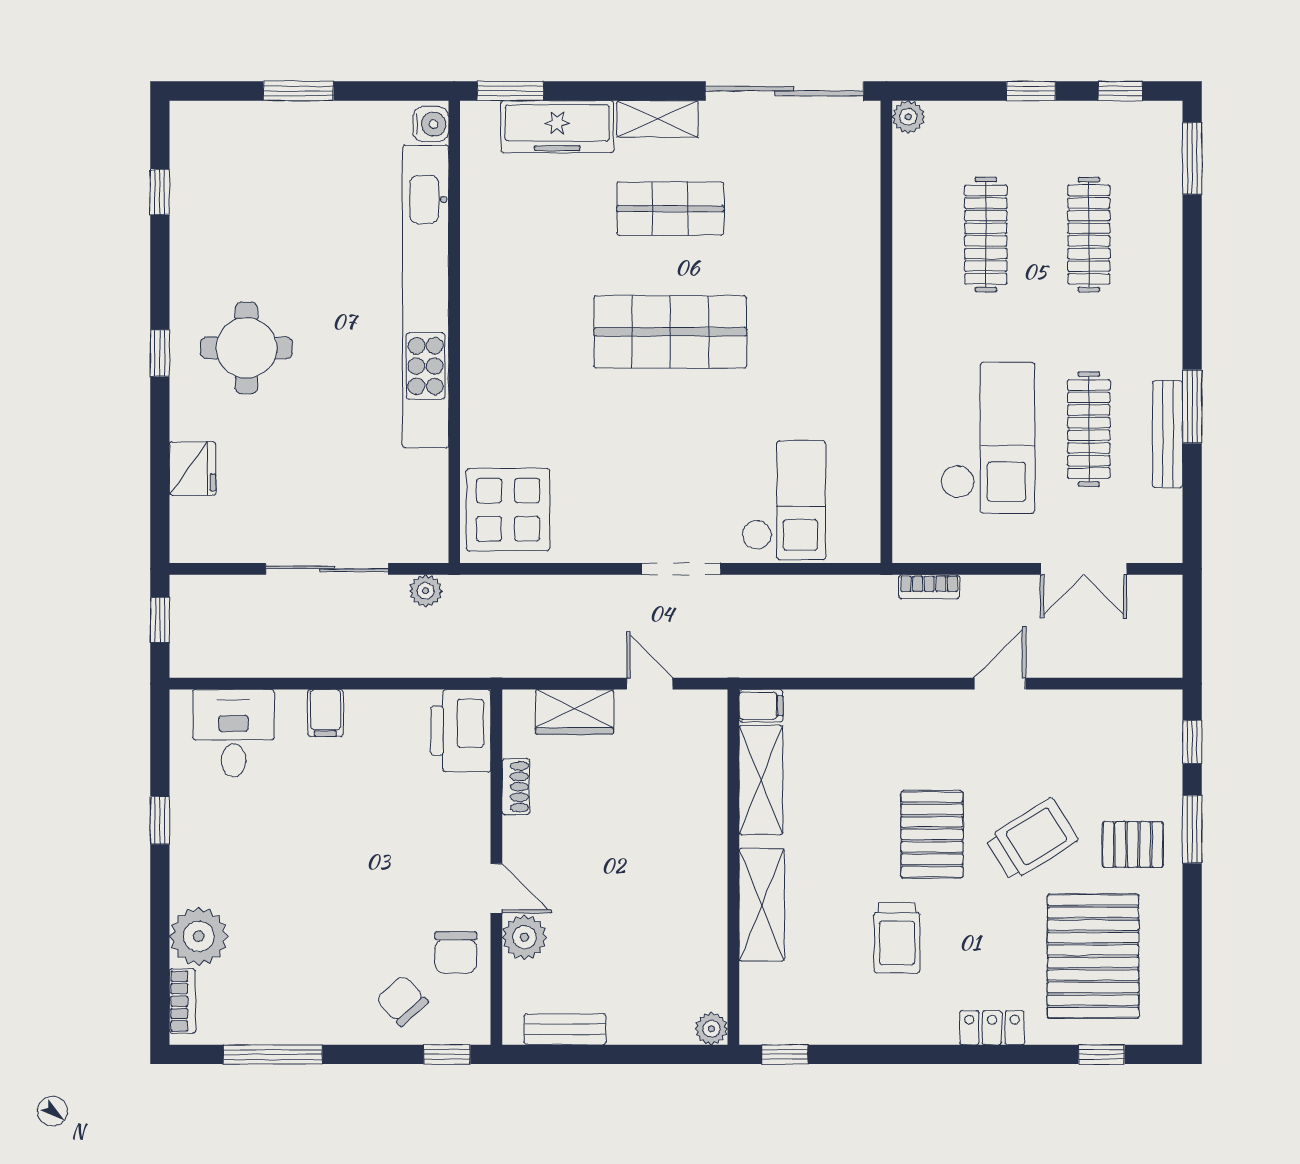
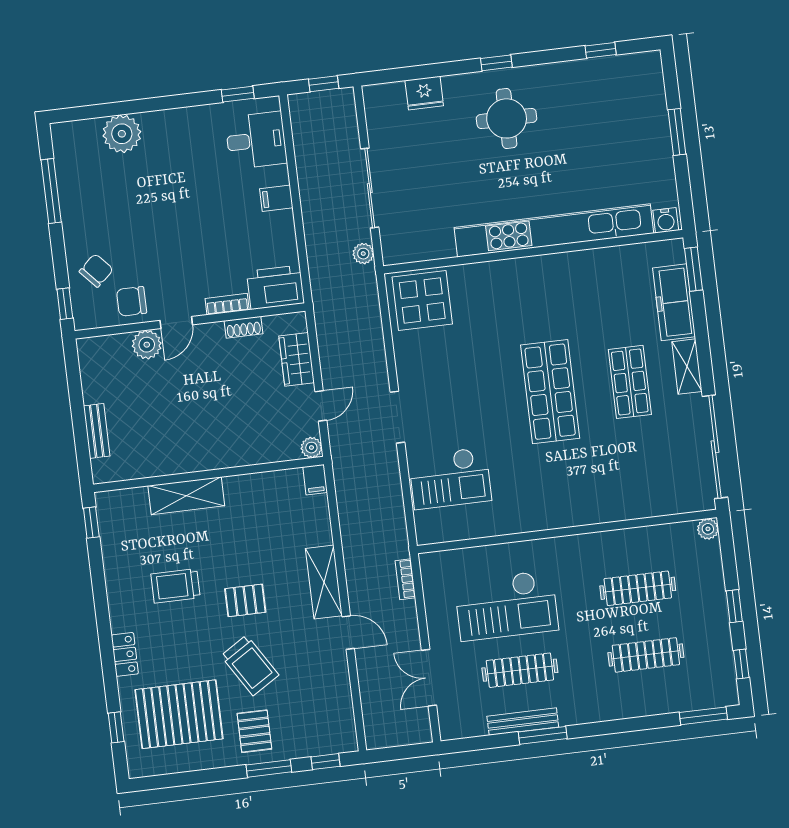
shelving: (761, 780) -> (324, 582), moved, turned 90
window: (160, 820) -> (238, 94), moved
pallet: (932, 834) -> (245, 600), width x0.67, depth x0.71
bookcase: (182, 1001) -> (227, 304), moved, turned 180
bench: (565, 1029) -> (97, 431), moved
plant: (711, 1029) -> (311, 448), moved

